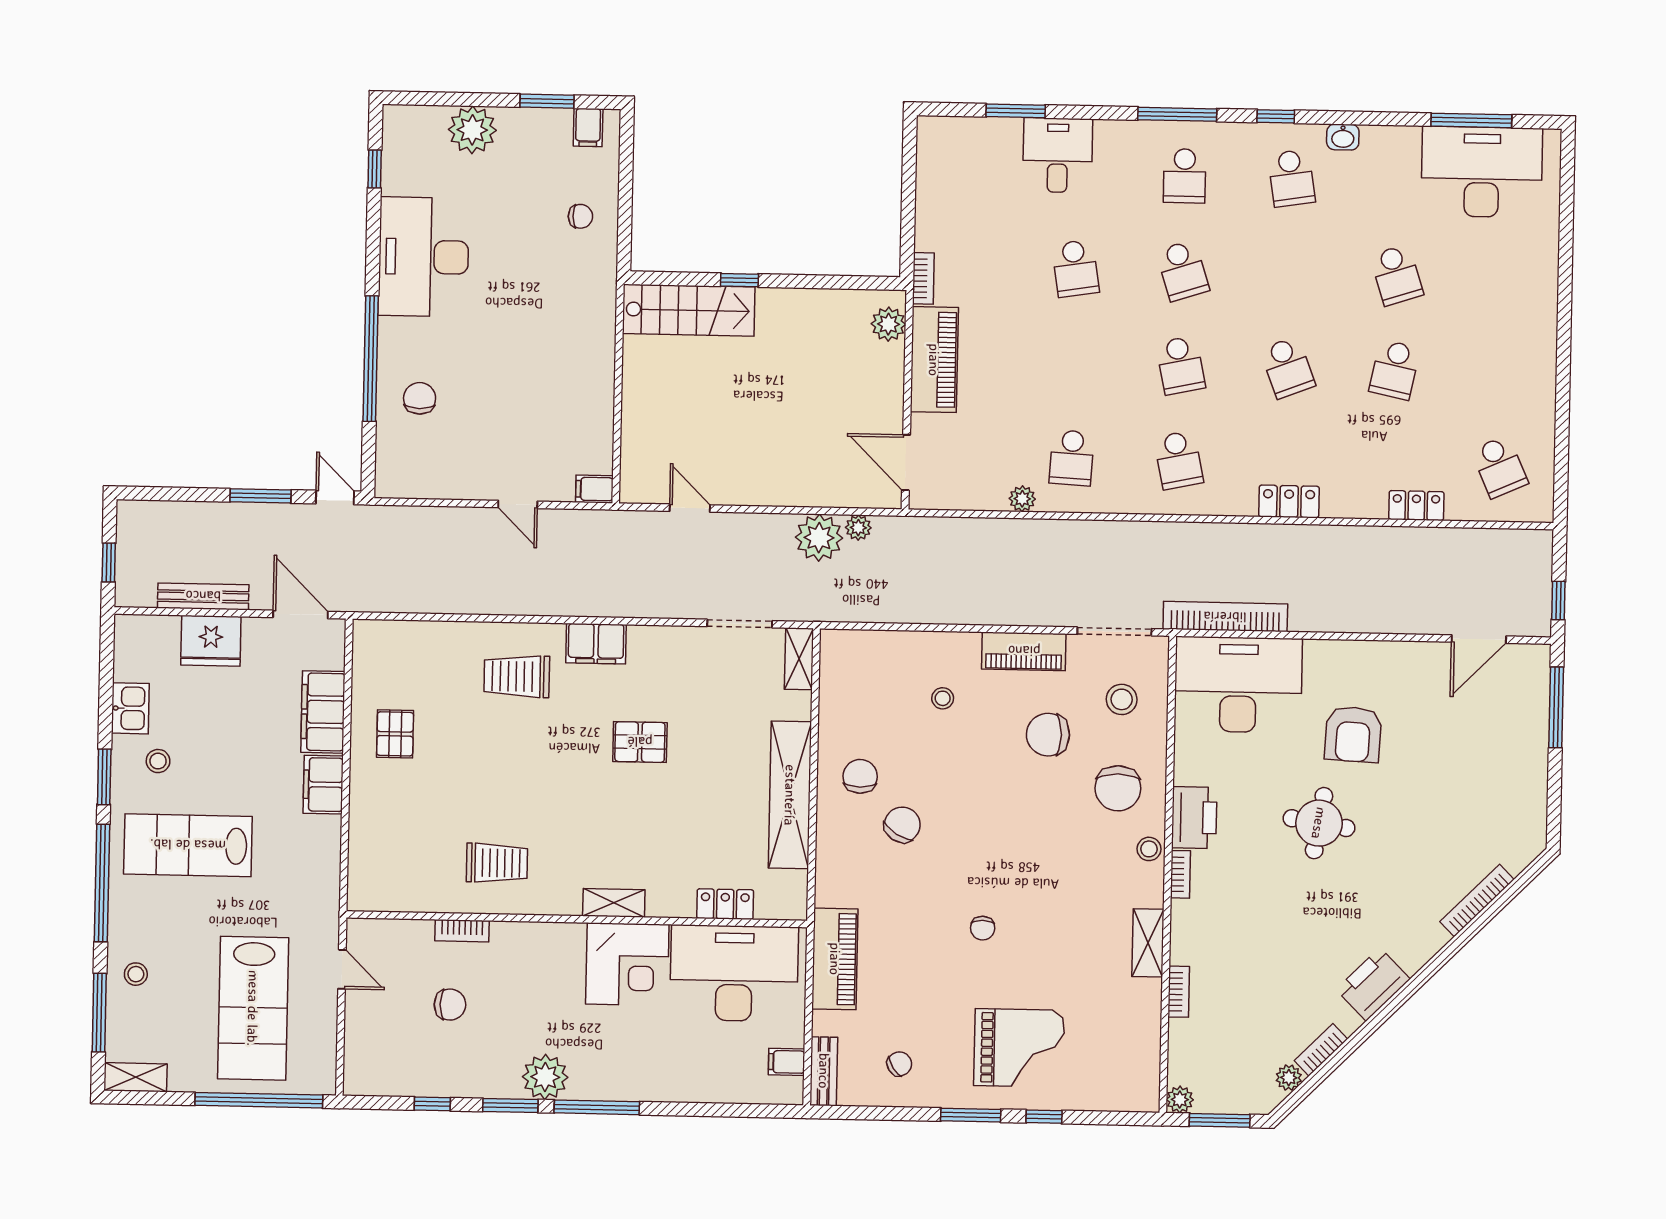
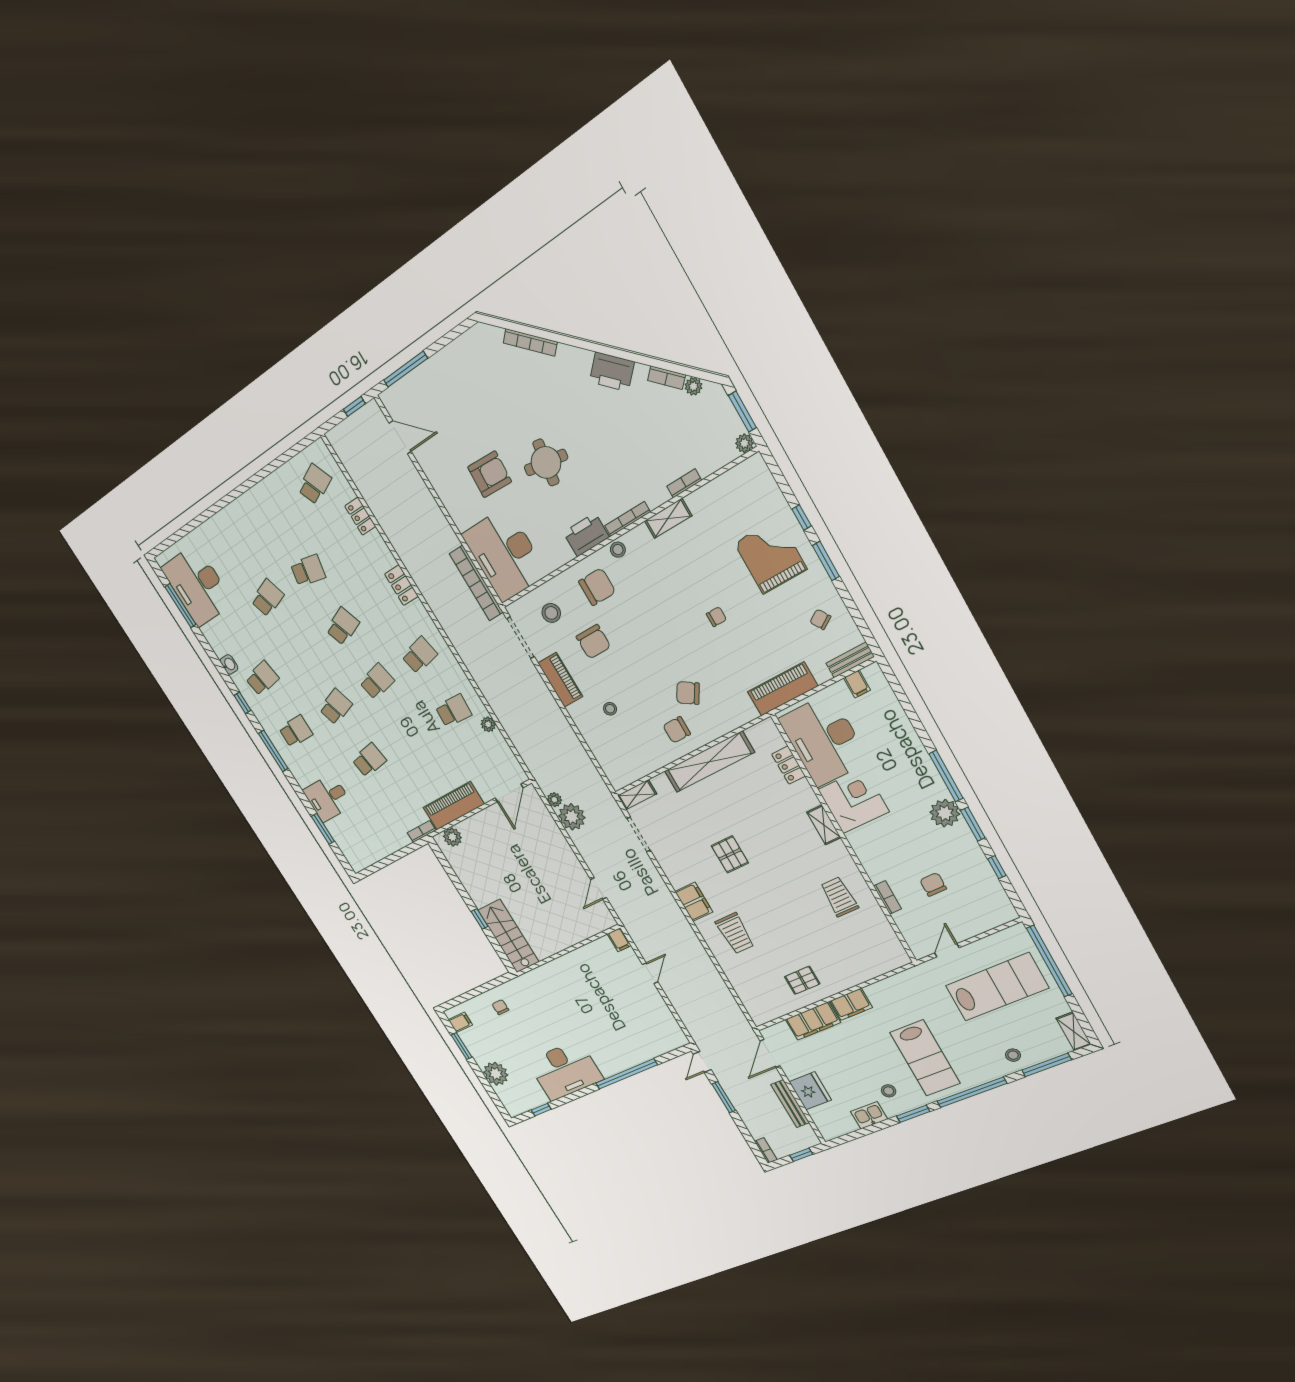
chair: (420, 398) -> (630, 1043), removed
bookcase: (140, 509) -> (766, 1150), added
bookcase: (1180, 874) -> (628, 519), width x1.56

